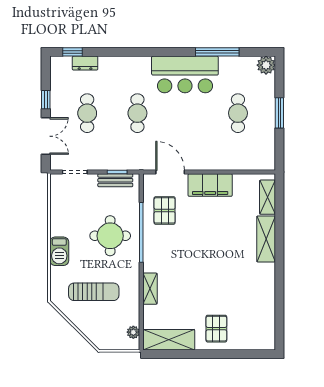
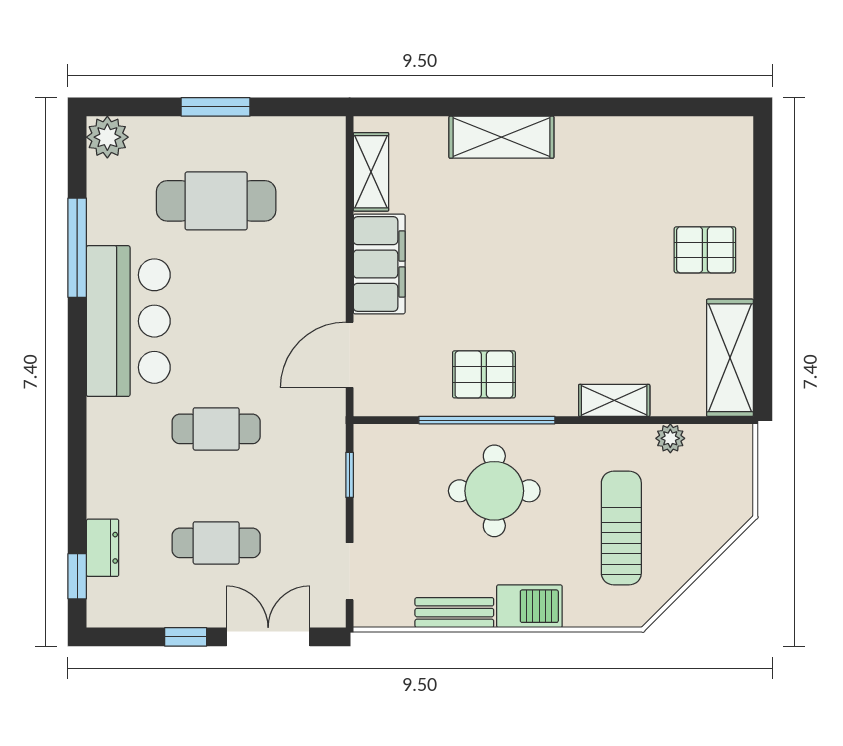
cafe table: (238, 113) -> (216, 201), width x1.37, depth x1.35
bench: (115, 180) -> (454, 613), moved, turned 90
shelving: (267, 197) -> (371, 172), moved, turned 90
pallet: (165, 210) -> (484, 374), moved
plant: (133, 332) -> (670, 438), moved

